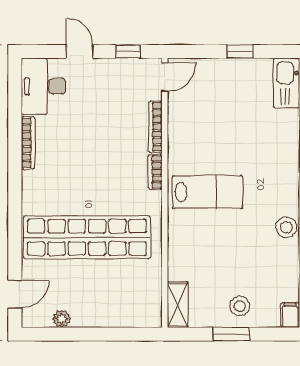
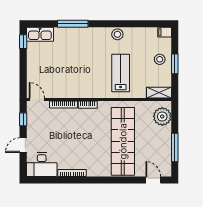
window: (240, 51) -> (23, 42), moved
lab bench: (208, 192) -> (121, 73), moved
plant: (62, 319) -> (162, 116), moved, width x1.87, depth x1.87
window: (75, 334) -> (175, 148), added

